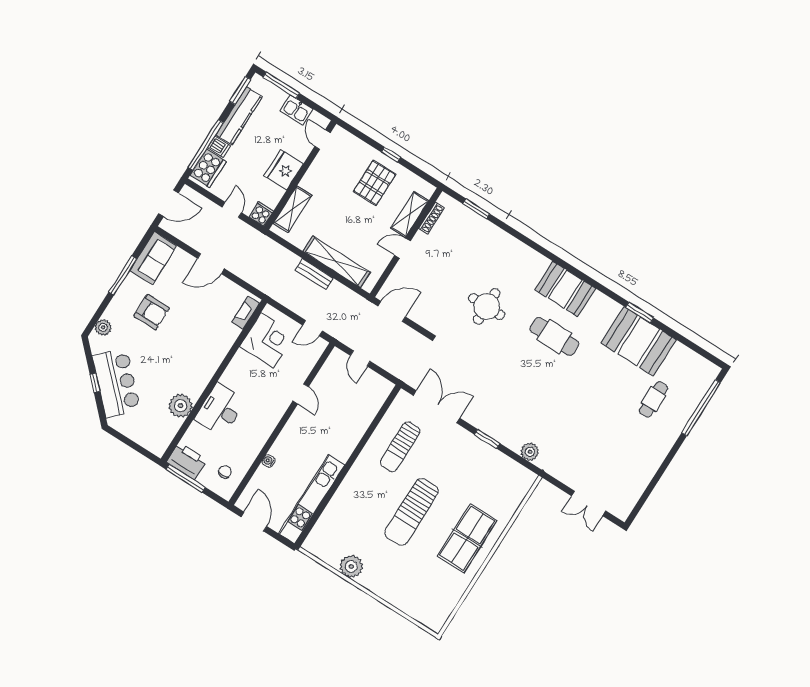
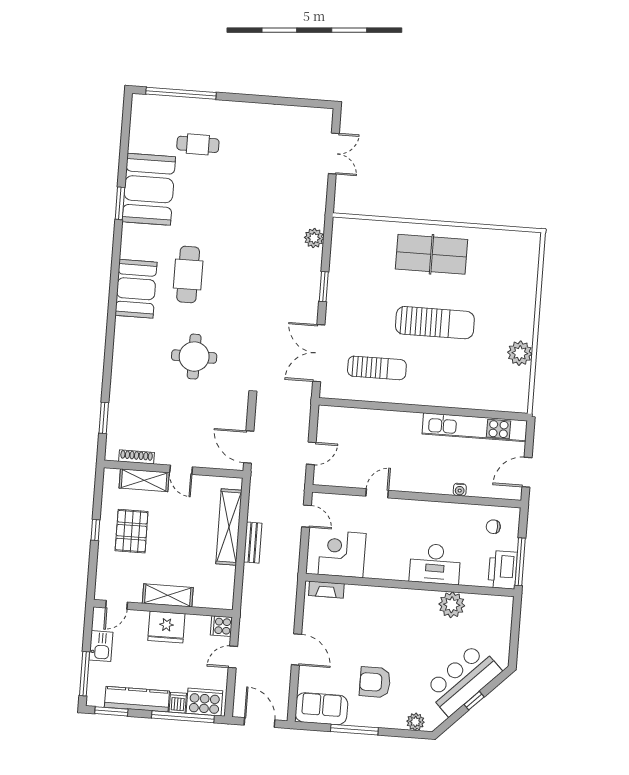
pallet: (375, 183) -> (132, 531), turned 90
shelving: (292, 209) -> (168, 595), moved
armchair: (152, 312) -> (375, 682), turned -90

